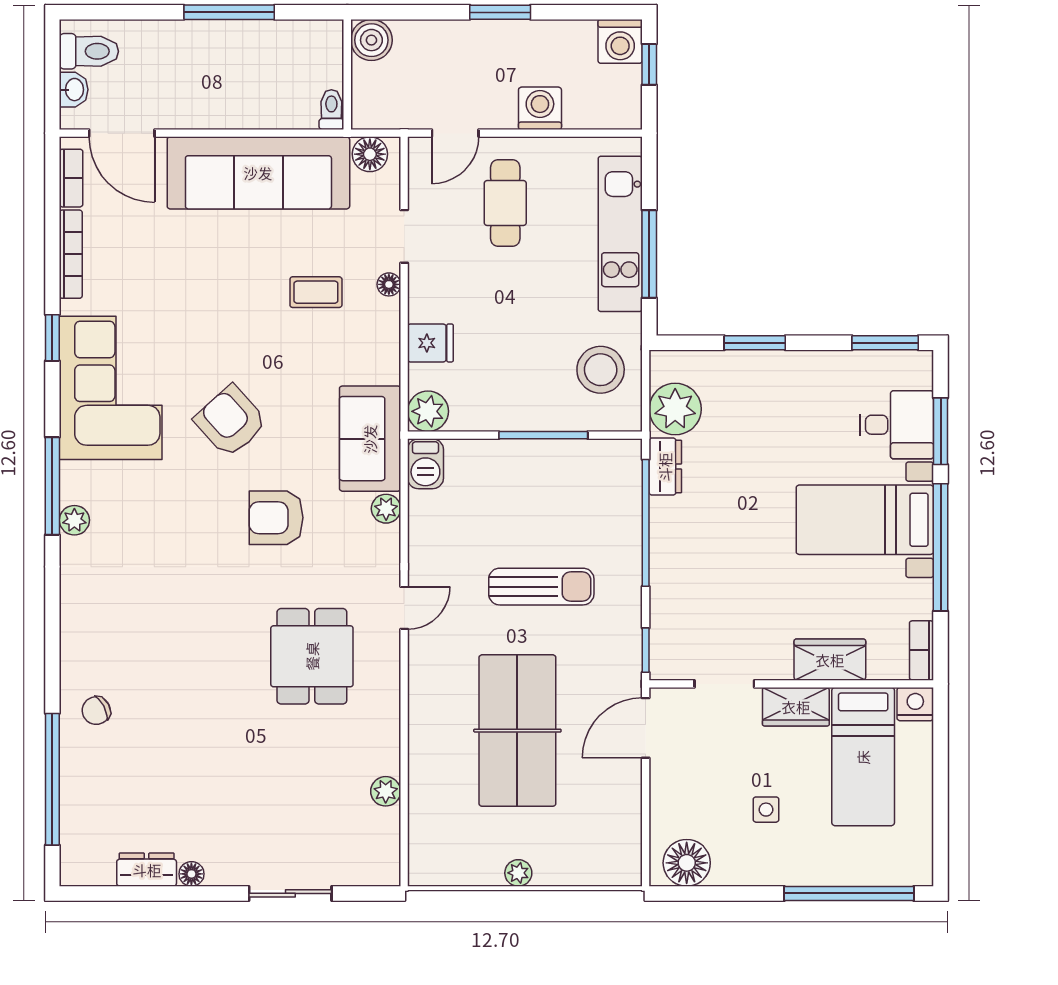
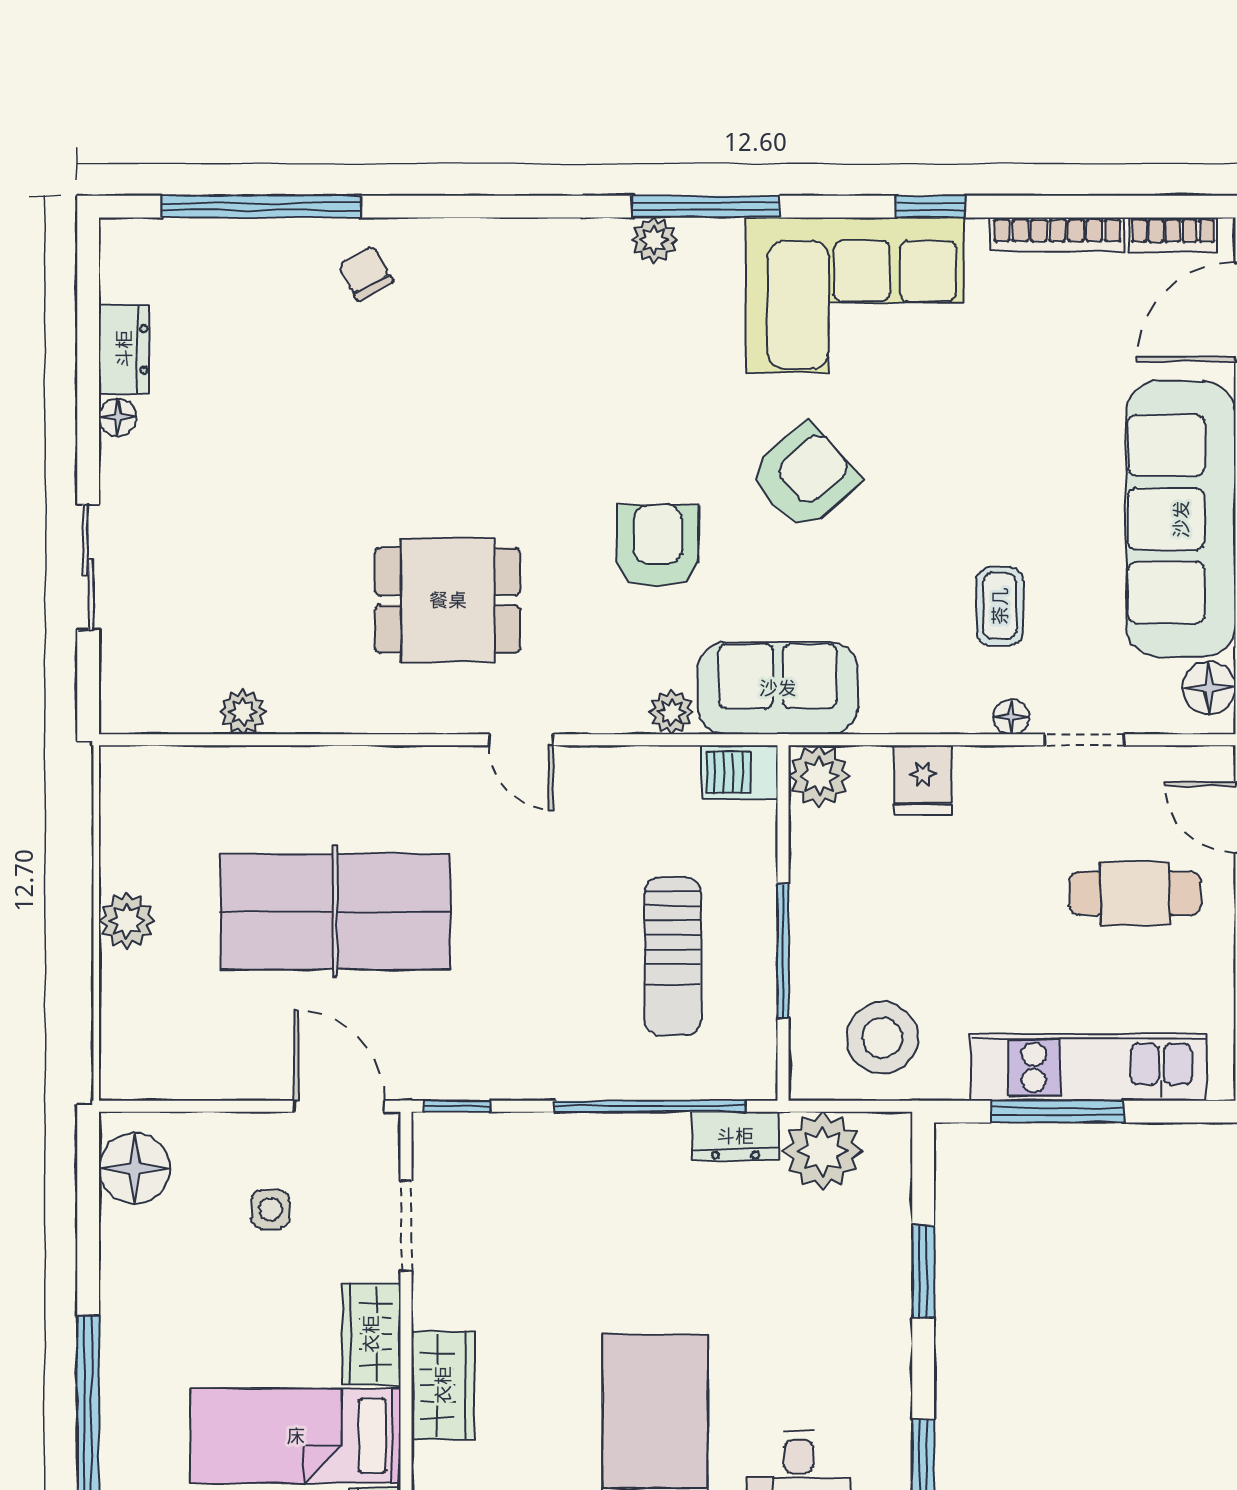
sun lounger: (541, 587) -> (673, 956), moved
side table: (766, 810) -> (271, 1209), moved
plant: (518, 873) -> (127, 921), width x1.38, depth x1.38

